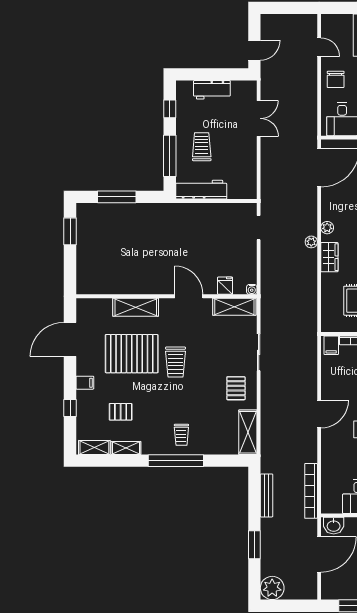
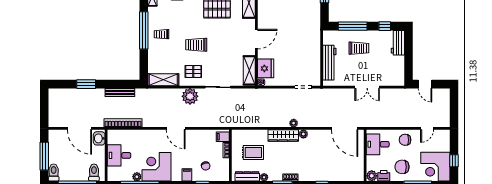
workbench: (212, 90) -> (398, 43), moved
double door: (259, 118) -> (367, 87), moved
workbench: (201, 190) -> (329, 63), moved
wardrobe: (329, 257) -> (283, 136), width x1.50
fridge: (225, 286) -> (266, 68), width x1.88, depth x1.34
trolley: (176, 362) -> (196, 45), moved
plant: (272, 588) -> (190, 96), moved

